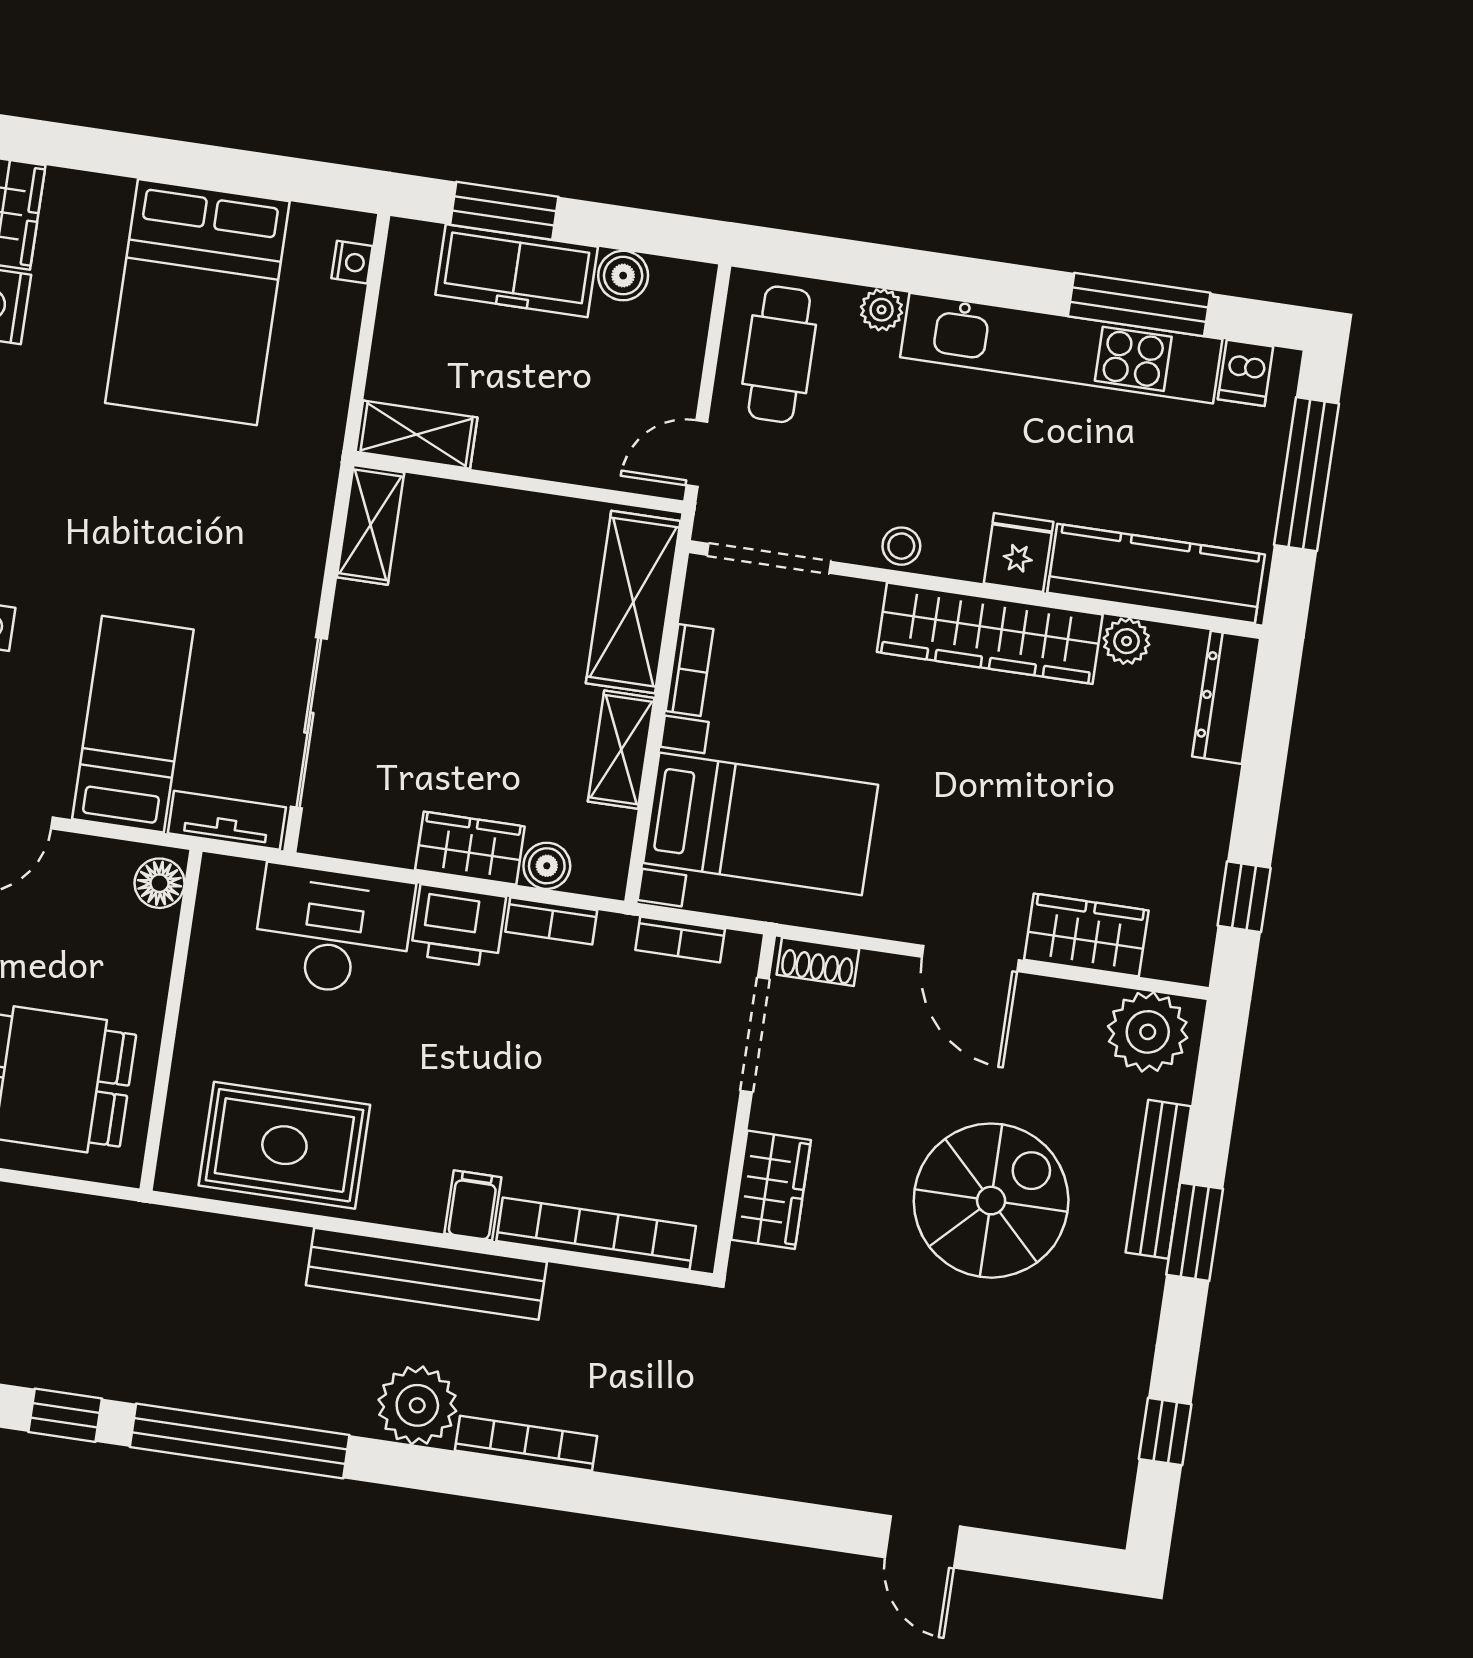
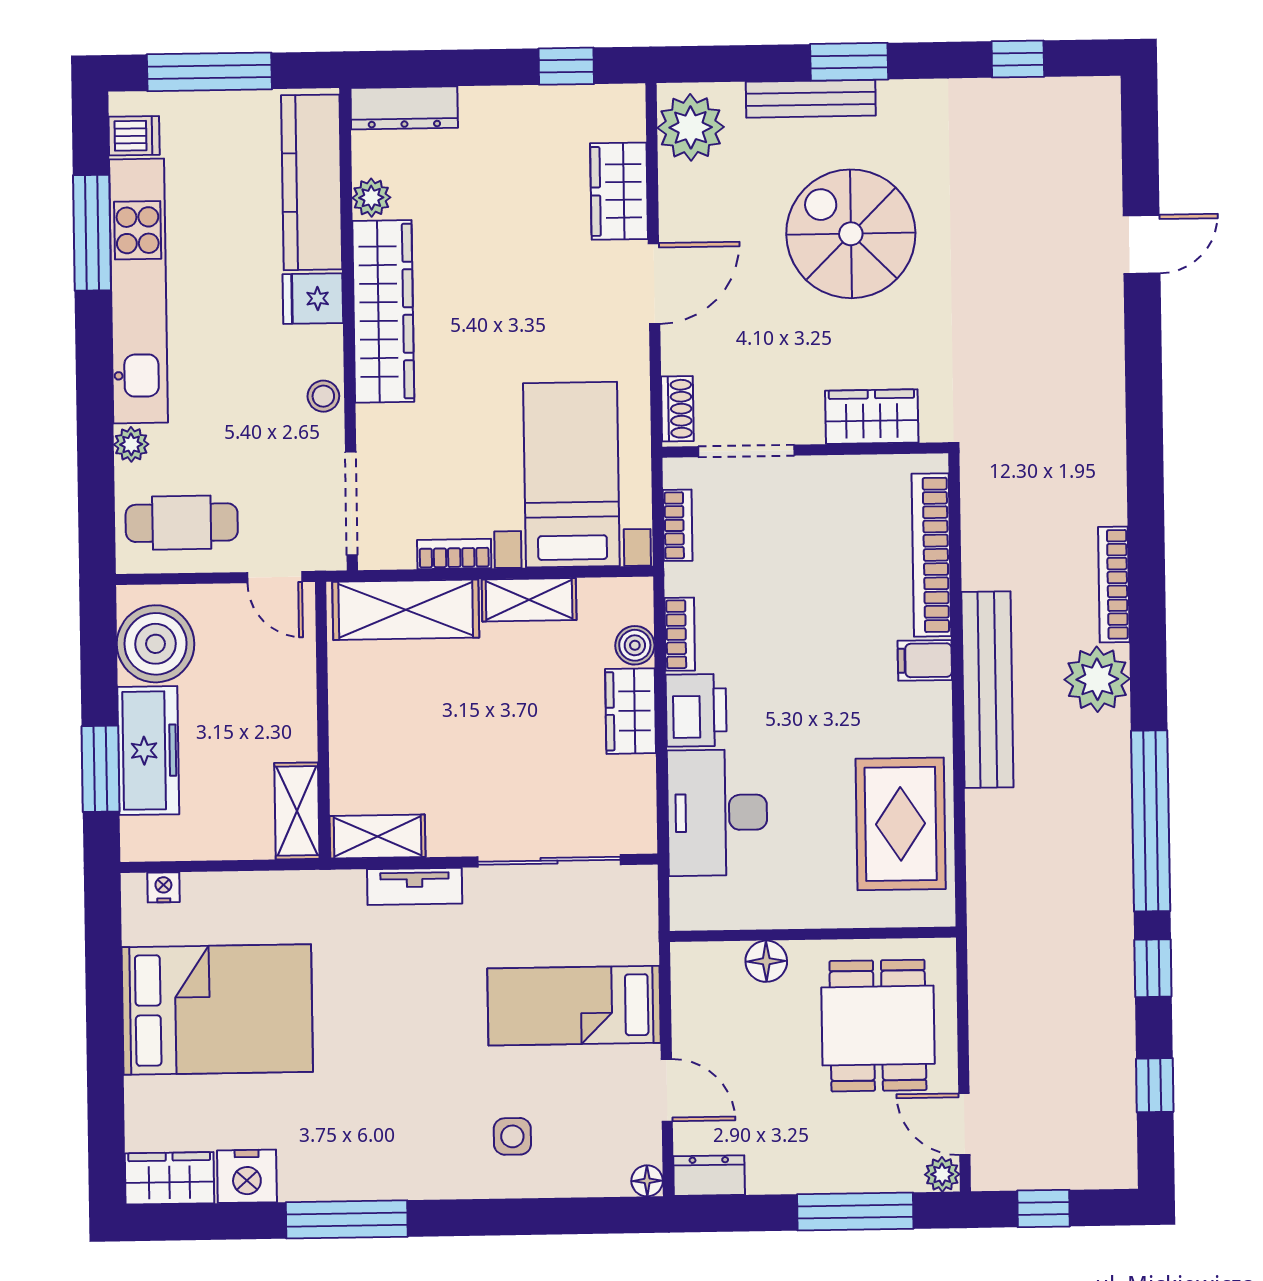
boiler: (623, 276) -> (156, 644), width x1.86, depth x1.86
tv unit: (227, 820) -> (415, 886), moved, turned -90
floor lamp: (159, 883) -> (766, 961), moved

